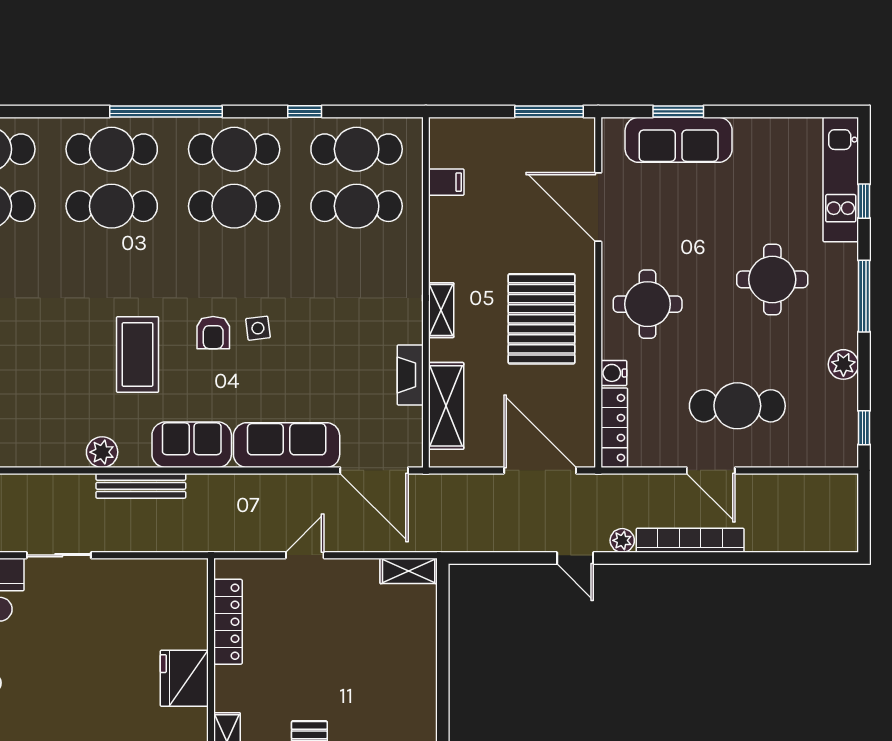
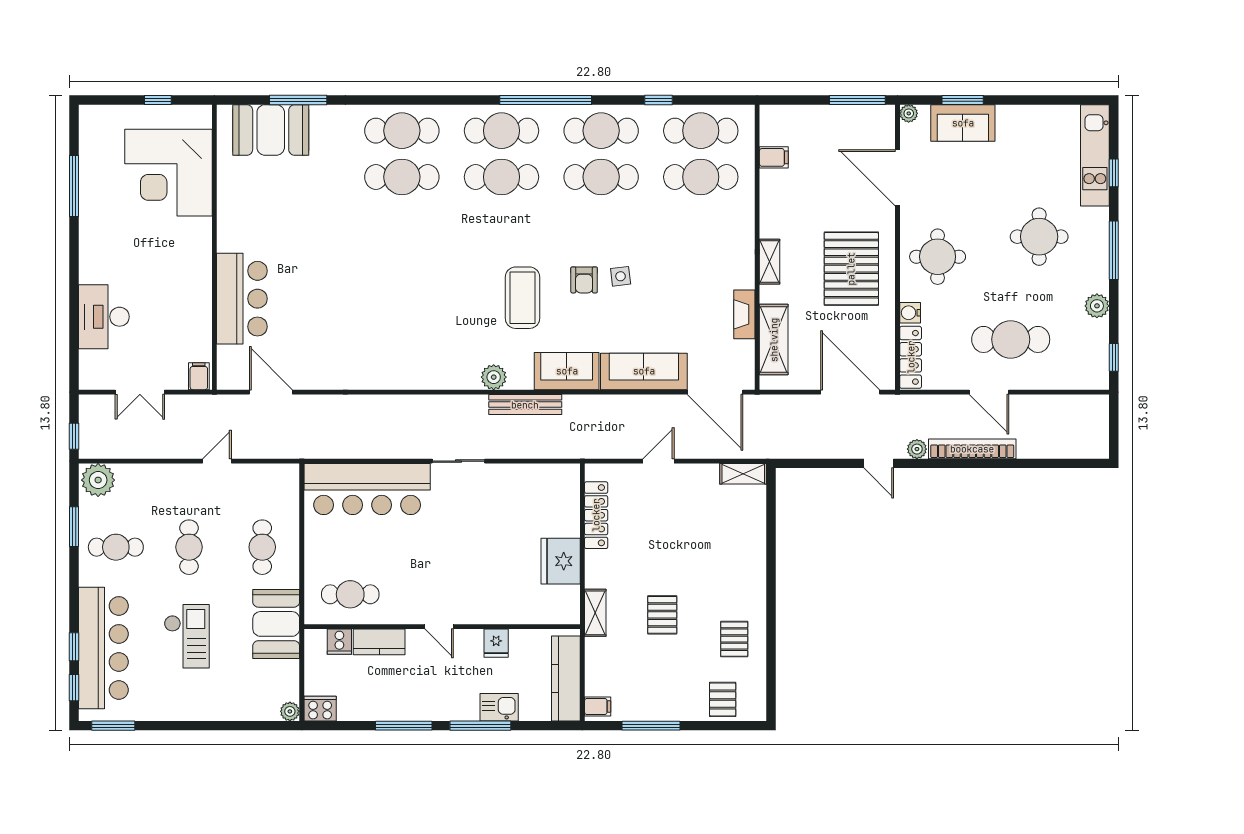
plant: (612, 128) -> (909, 113), added
sofa: (679, 140) -> (963, 123), width x0.73

